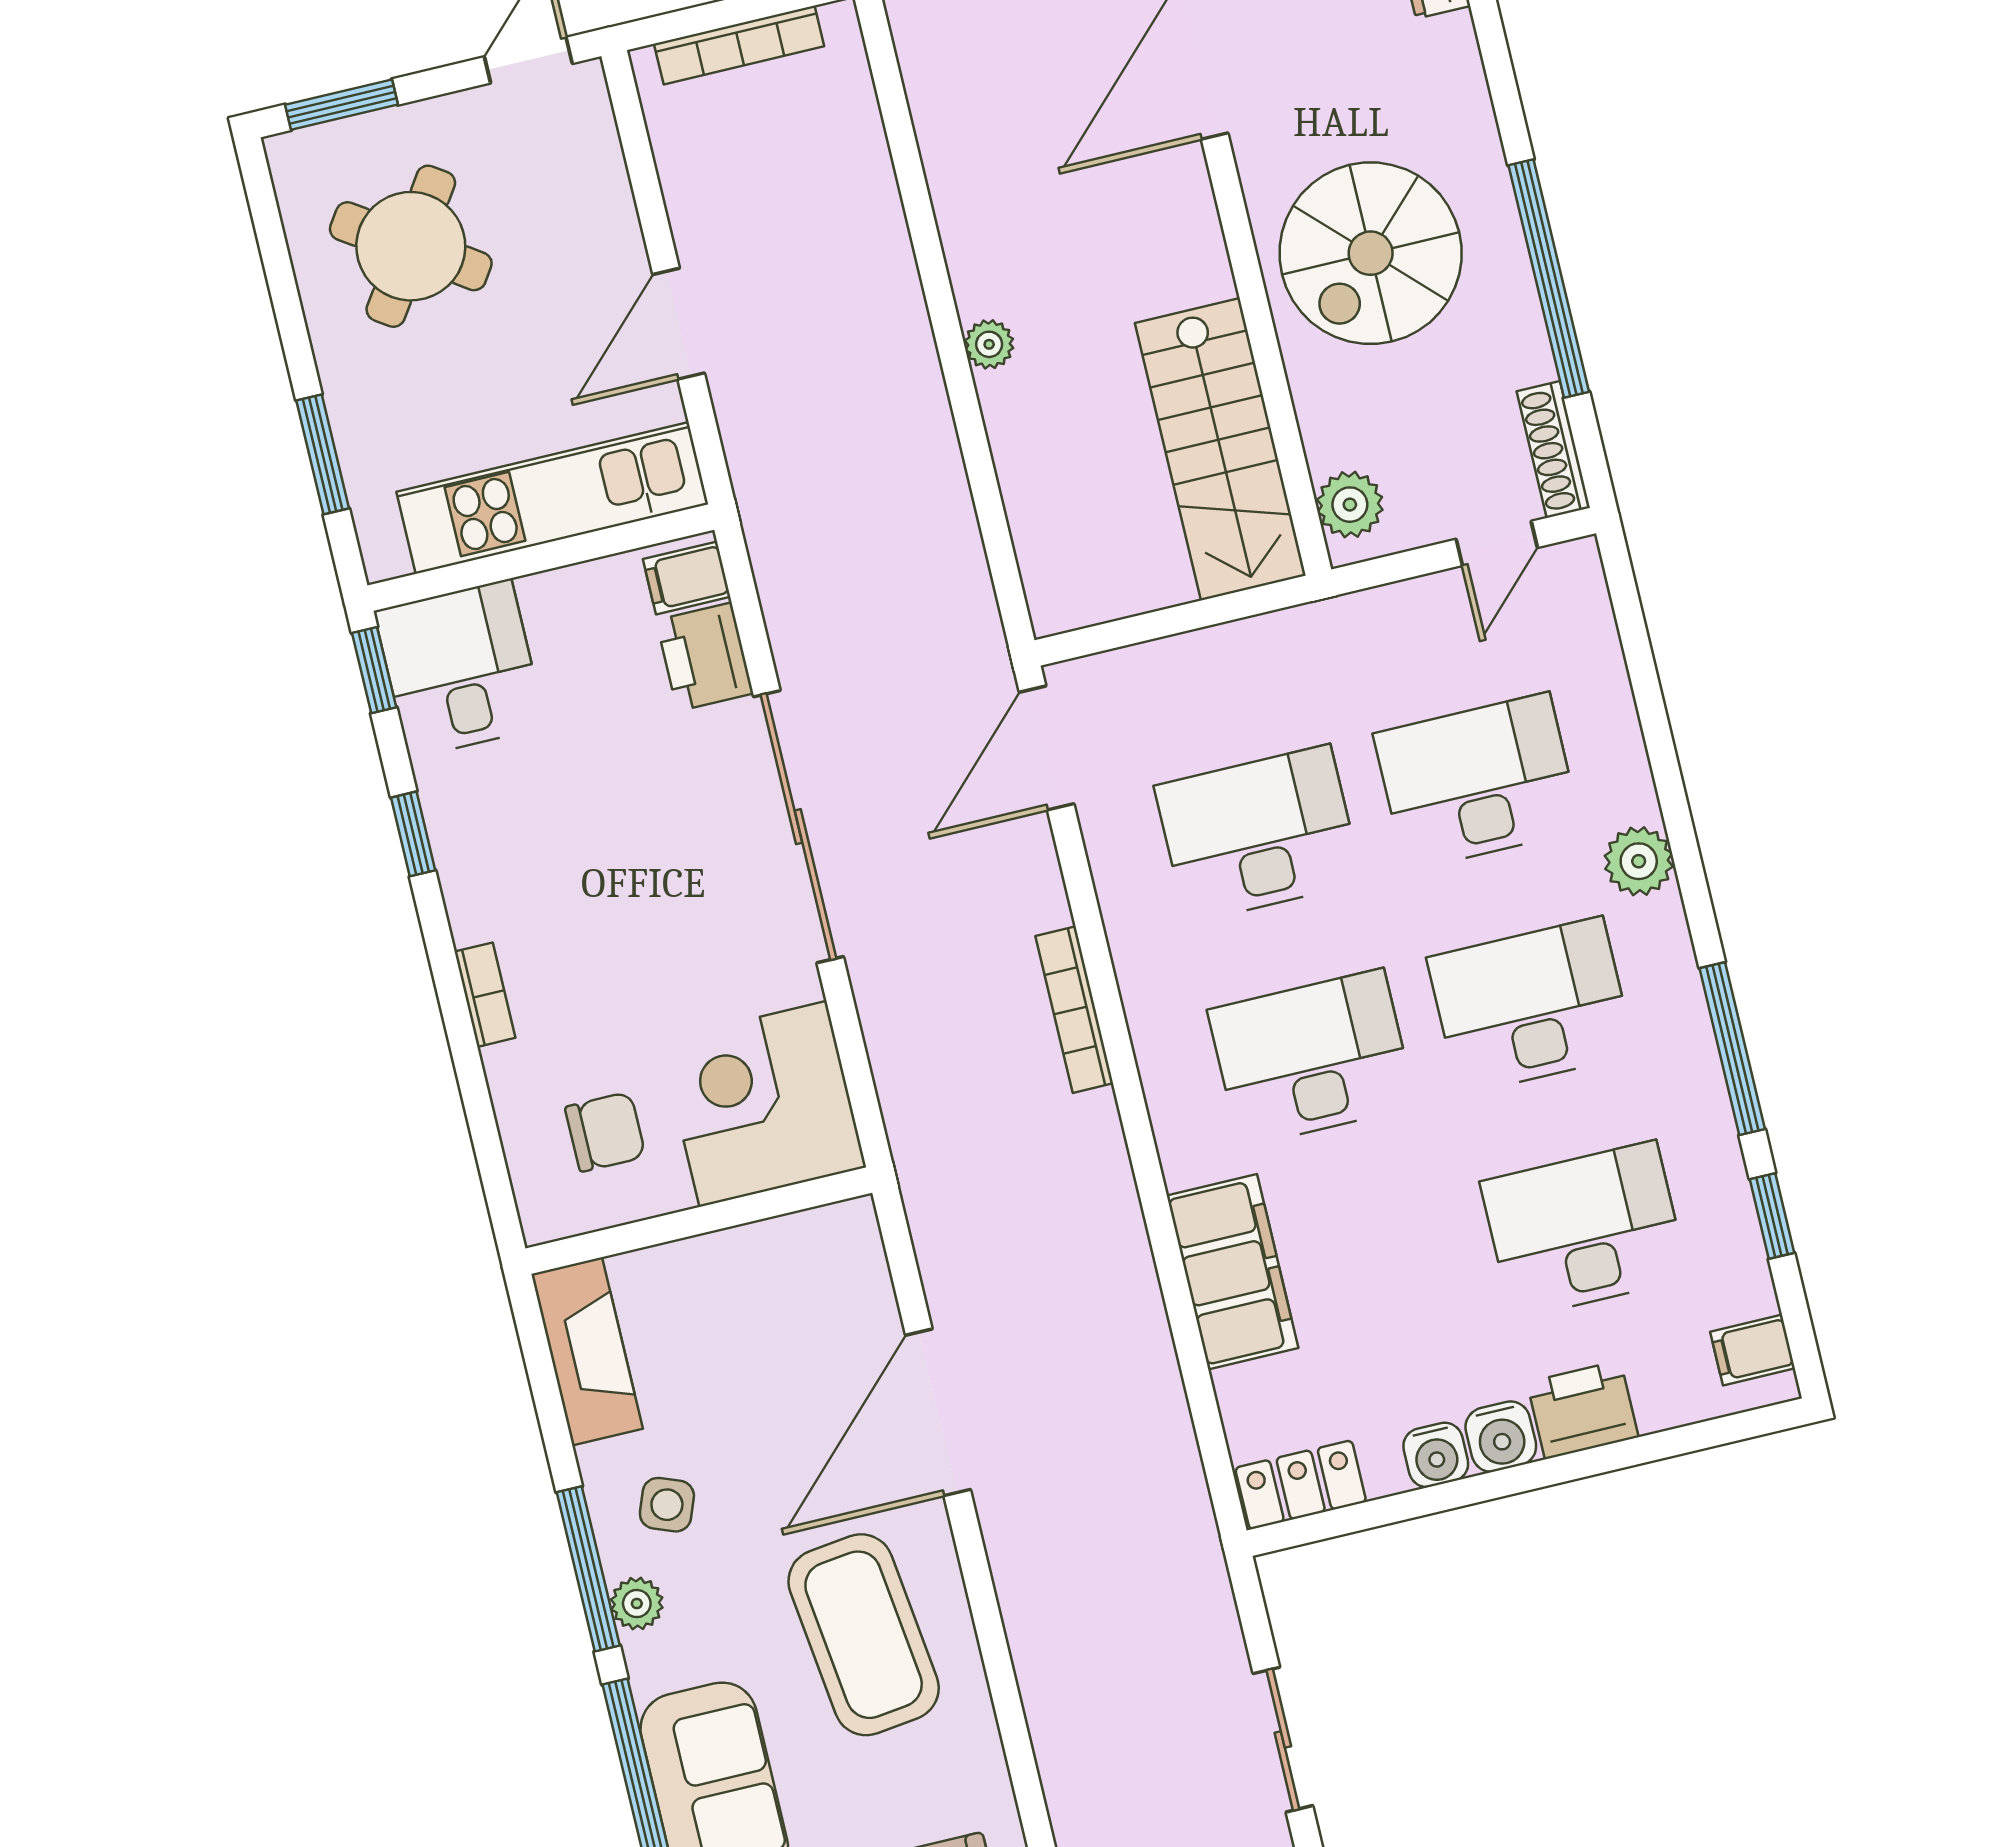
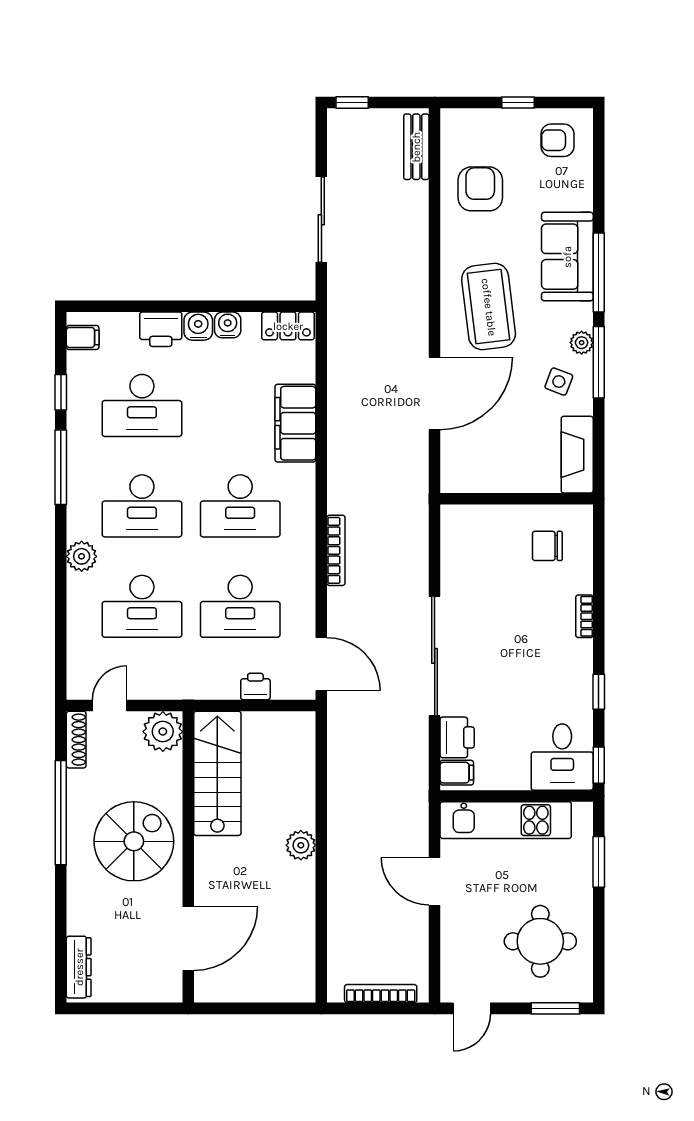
round table: (411, 246) -> (540, 941), turned -34
door: (679, 324) -> (435, 881), swing flipped
plant: (989, 344) -> (301, 845), width x1.38, depth x1.38
plant: (1350, 505) -> (163, 732), width x1.36, depth x1.36
printer: (1182, 663) -> (255, 686), added
door: (1047, 748) -> (321, 664), hinge flipped
corner desk: (763, 1104) -> (478, 542), removed
sliding door: (1283, 1740) -> (321, 220), width x1.37

